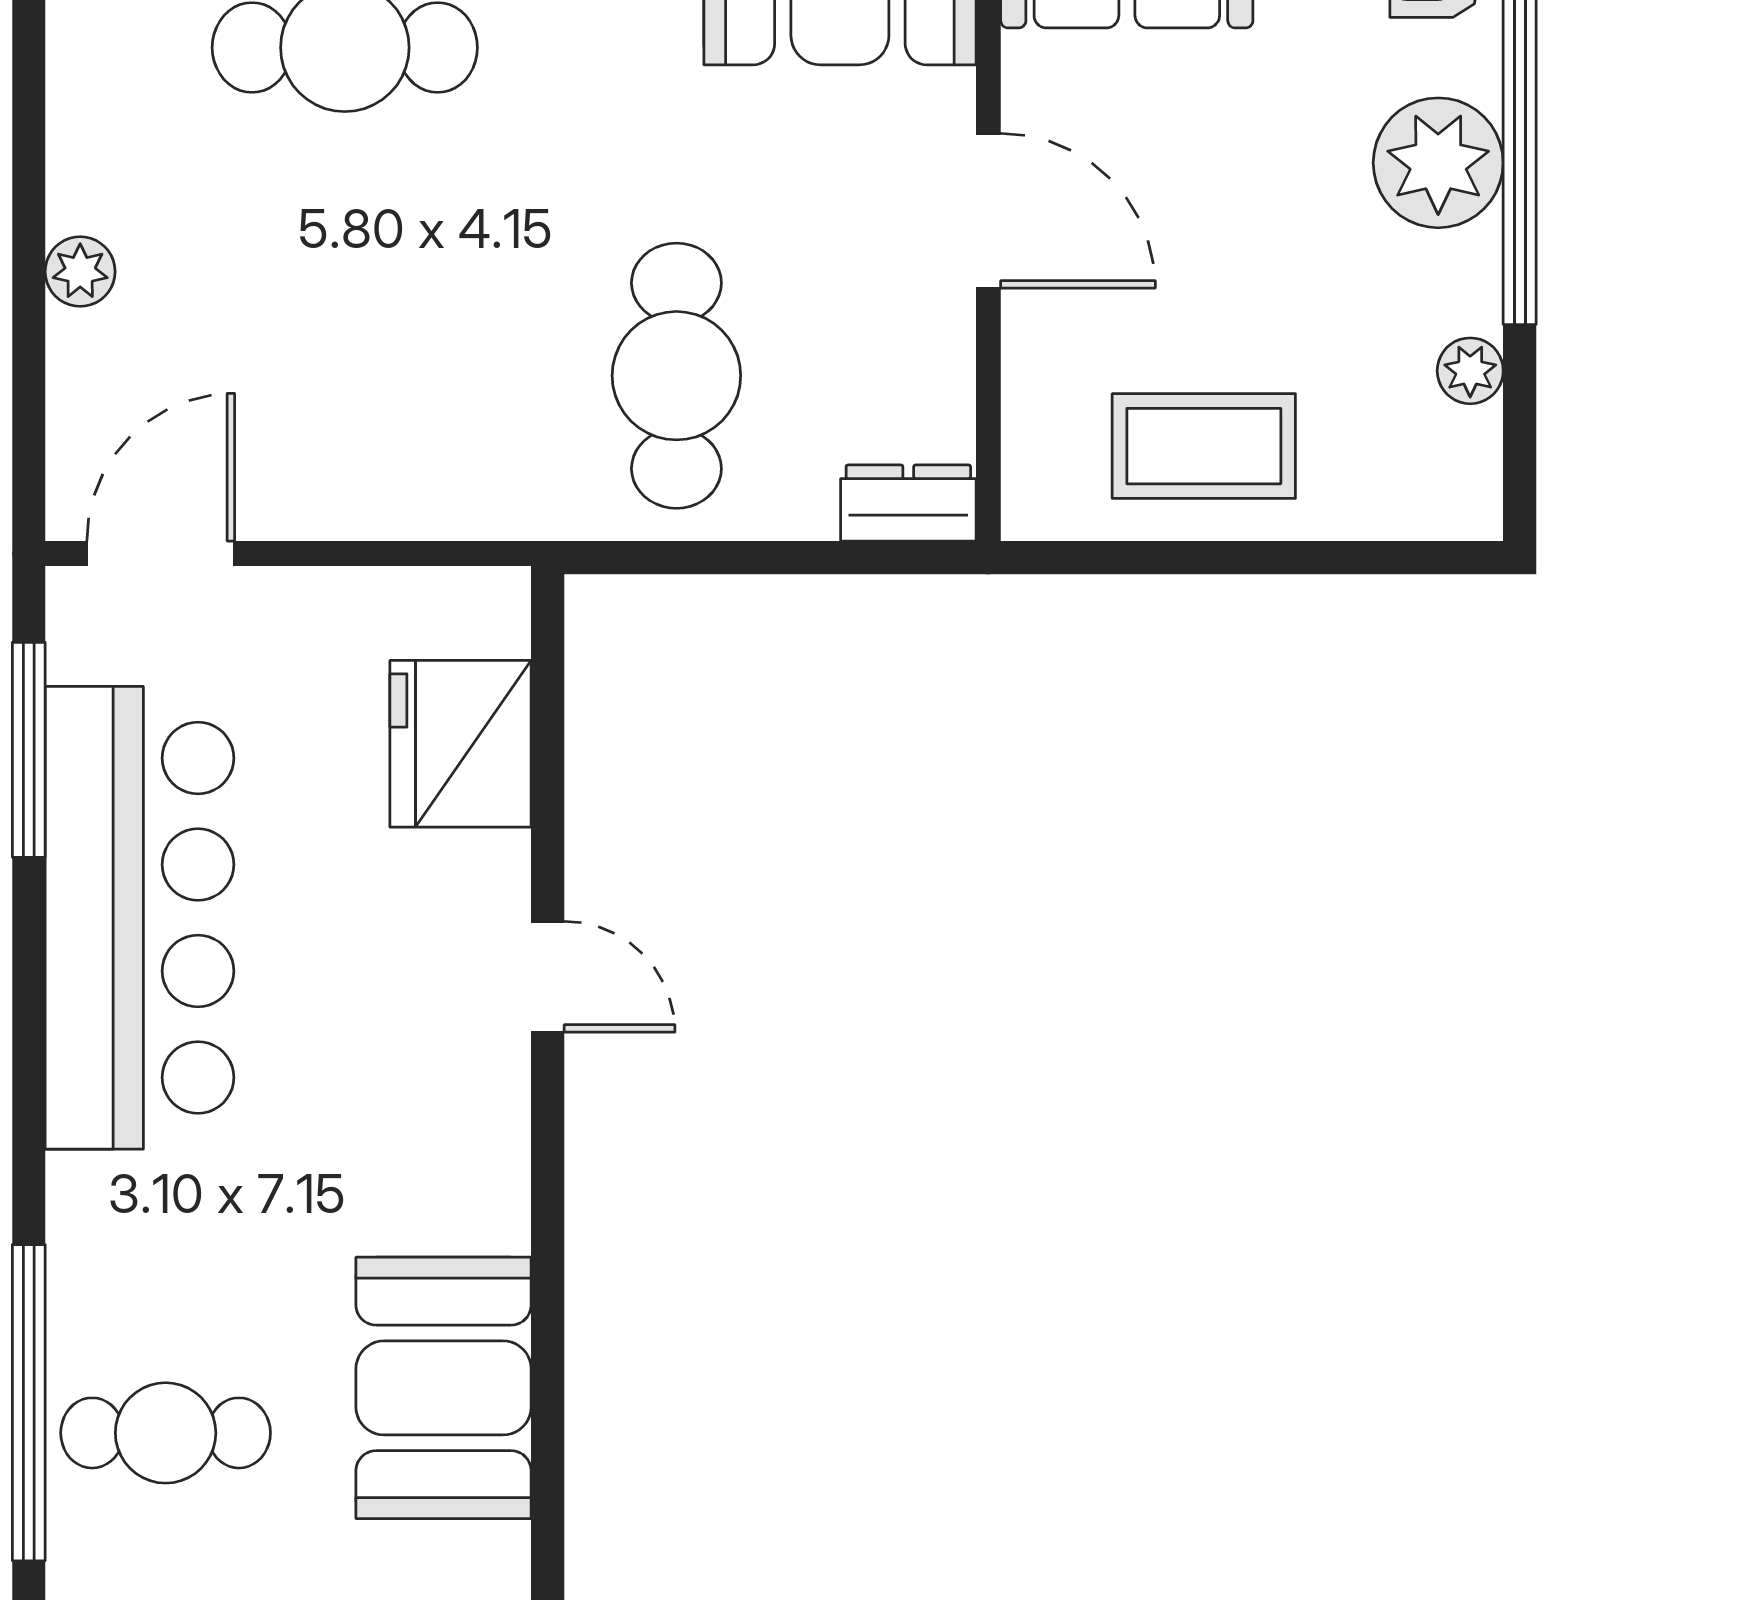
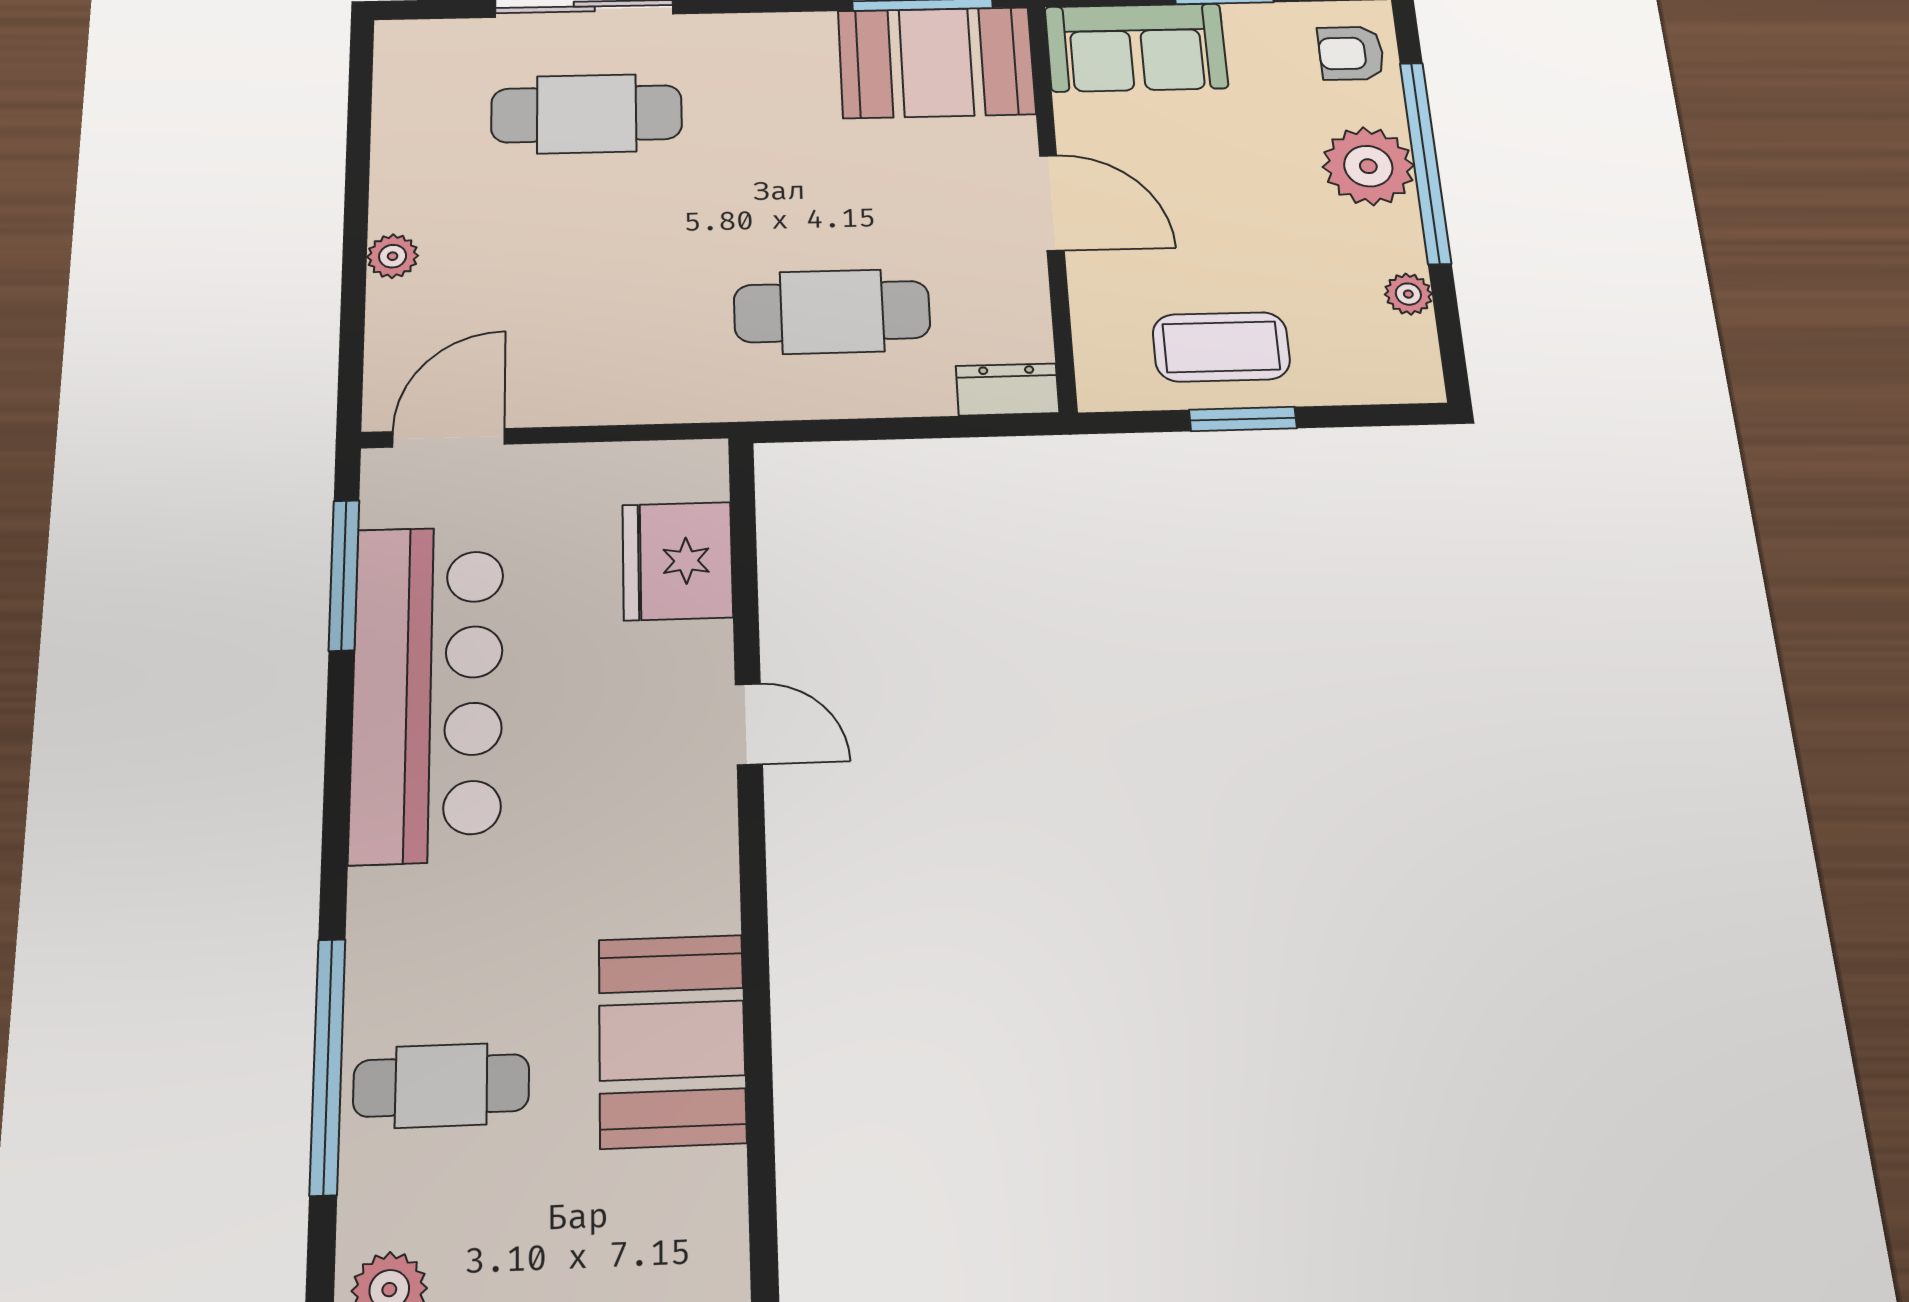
cafe table: (676, 376) -> (832, 312), turned 90
window: (1223, 558) -> (1243, 419), added

